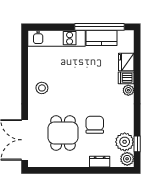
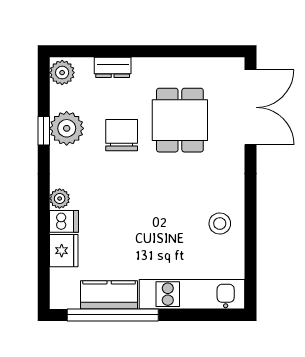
stool: (42, 88) -> (220, 224), moved
chair: (95, 125) -> (122, 135), turned 180
plant: (125, 142) -> (67, 128), moved
window: (137, 144) -> (44, 131), moved

